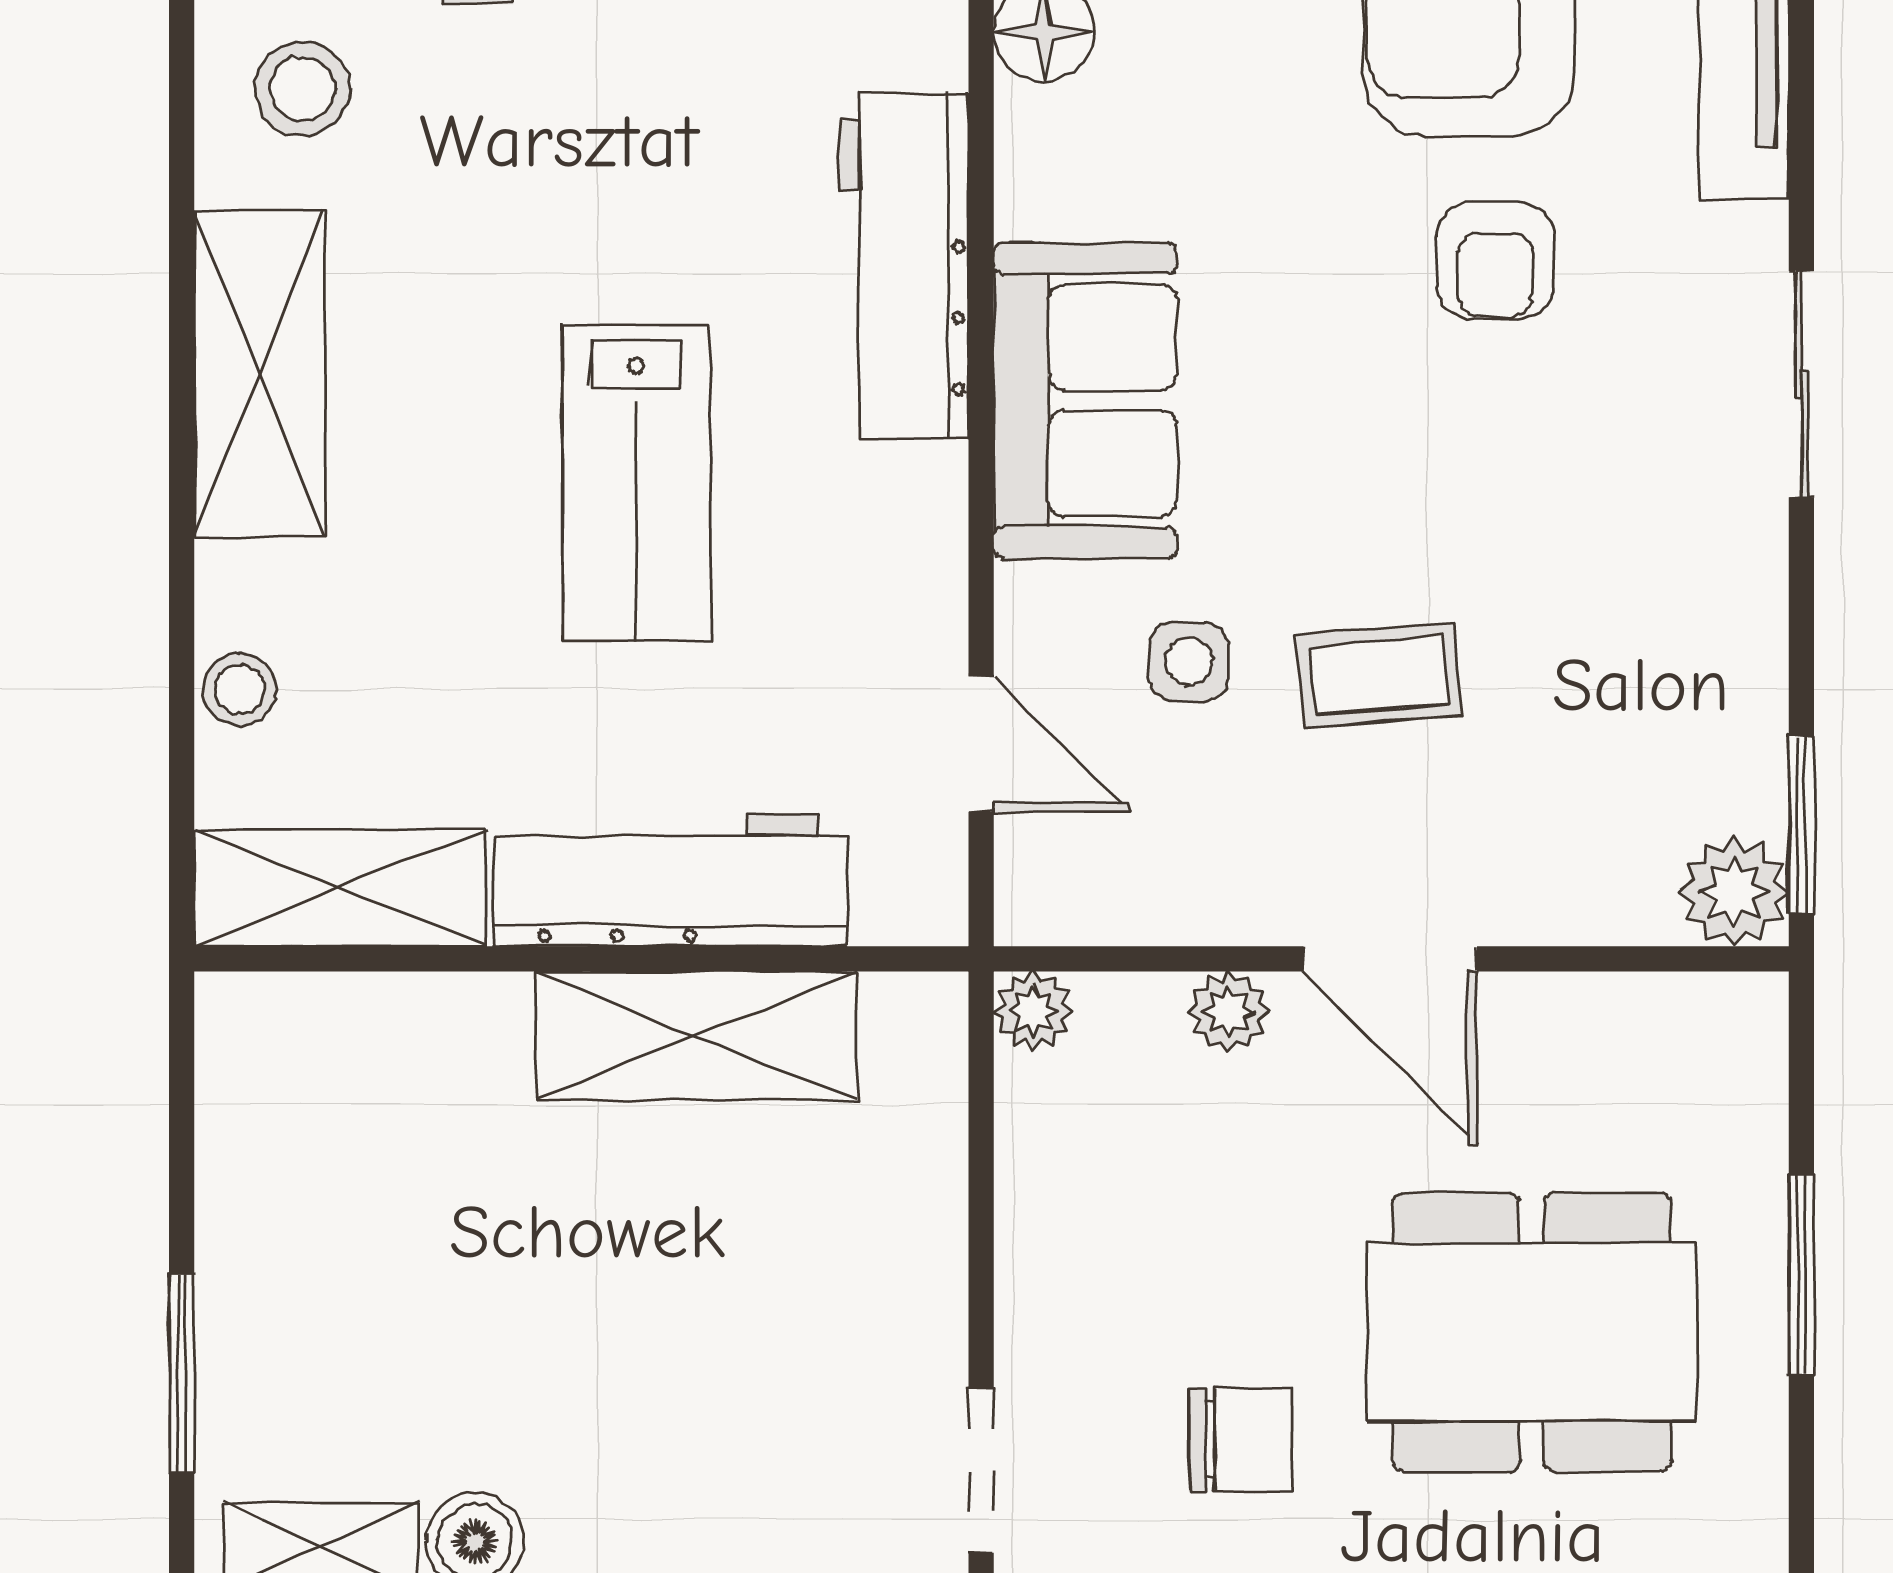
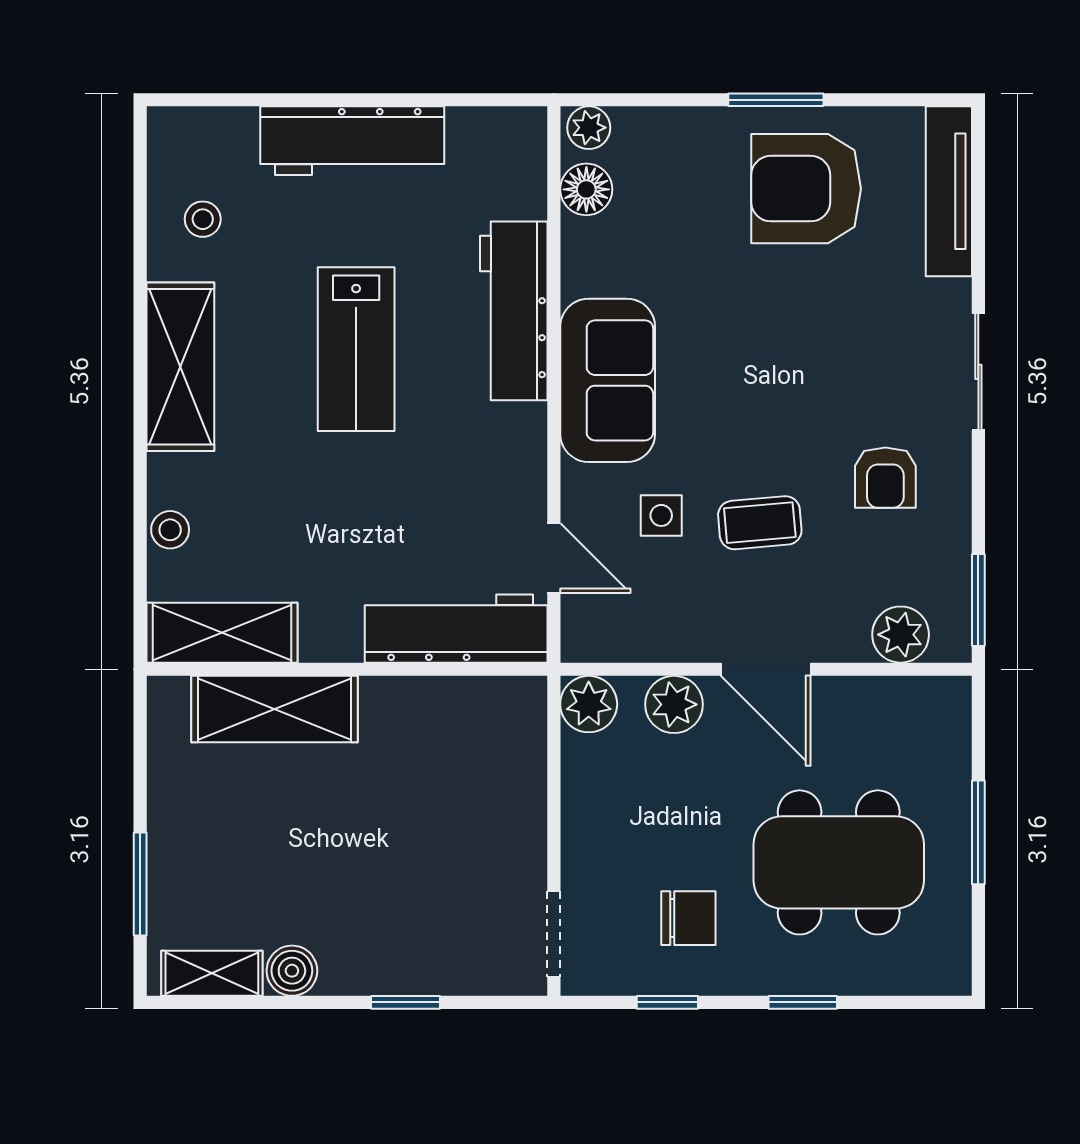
stool: (303, 89) -> (203, 219), width x0.73, depth x0.73
armchair: (1495, 260) -> (885, 478), moved
lab bench: (636, 483) -> (356, 349), moved
workbench: (670, 880) -> (456, 629), moved
plant: (1734, 892) -> (901, 635), moved
plant: (1034, 1011) -> (589, 704), width x1.38, depth x1.38
plant: (1228, 1012) -> (674, 704), width x1.38, depth x1.38
shelving: (696, 1036) -> (274, 709), moved

